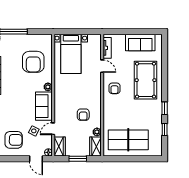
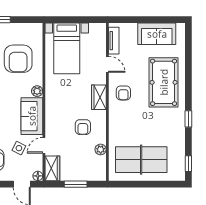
window: (165, 130) -> (188, 164), moved
wardrobe: (96, 147) -> (99, 97), moved

